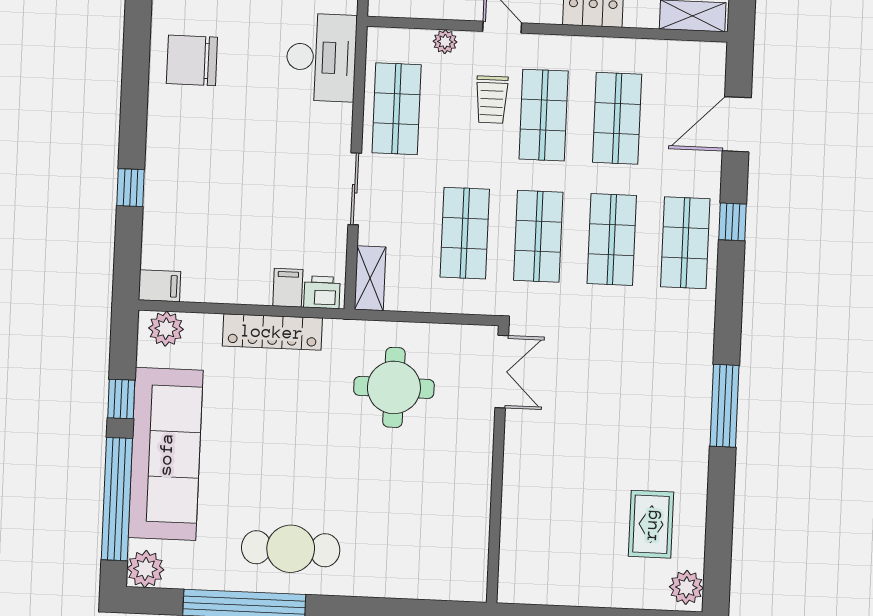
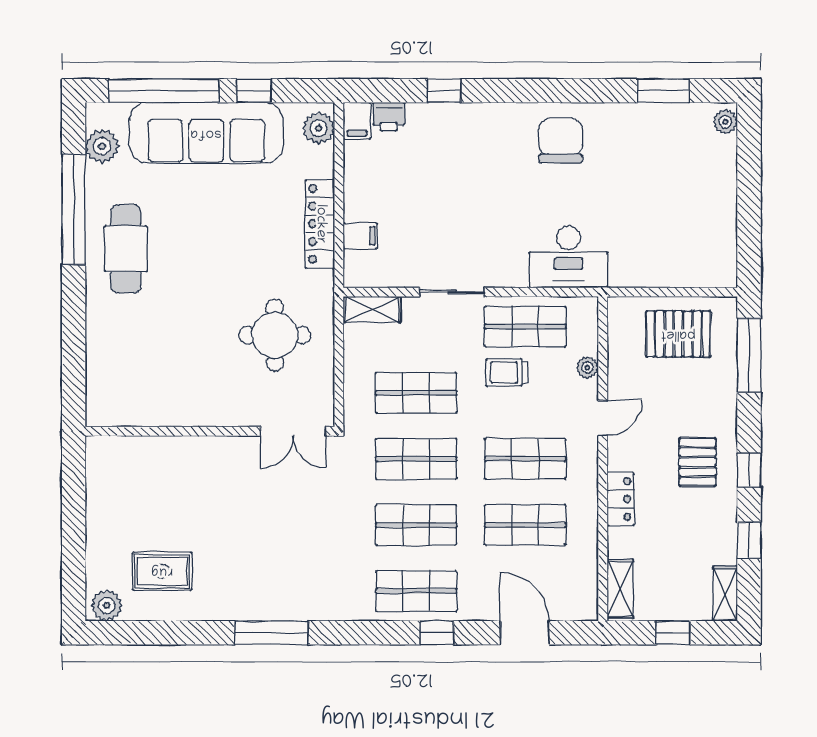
trolley: (492, 100) -> (507, 372), moved
printer: (322, 292) -> (389, 117), moved, turned 90
plant: (145, 569) -> (102, 146), moved

